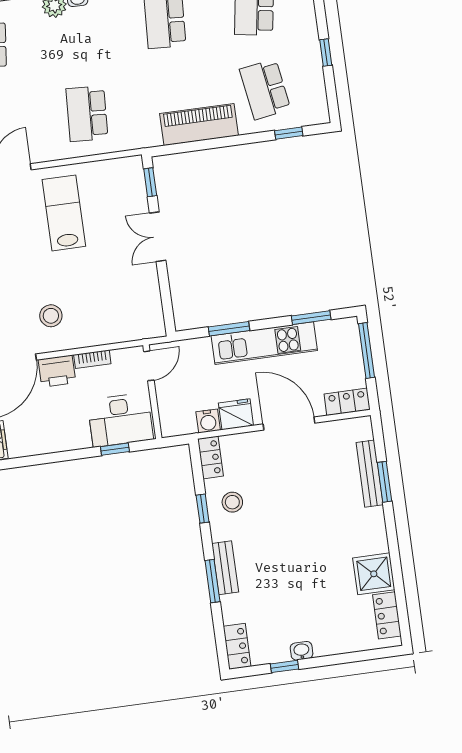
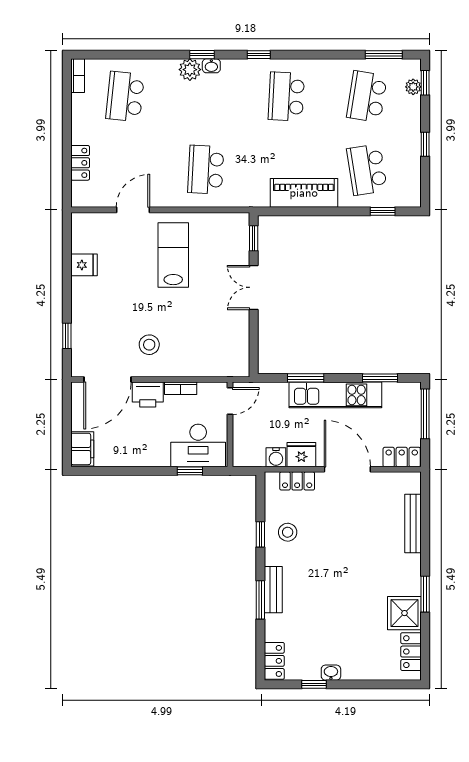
locker: (210, 458) -> (297, 481), moved, turned 90
window: (385, 482) -> (425, 594), moved

